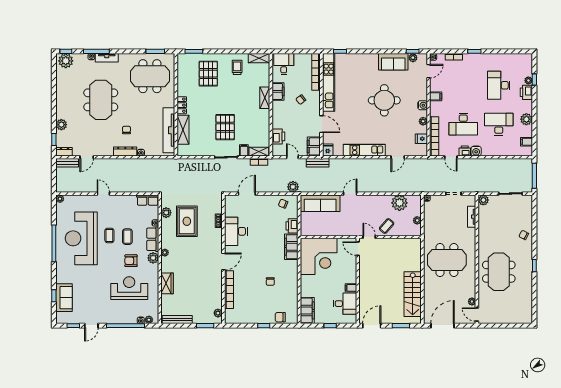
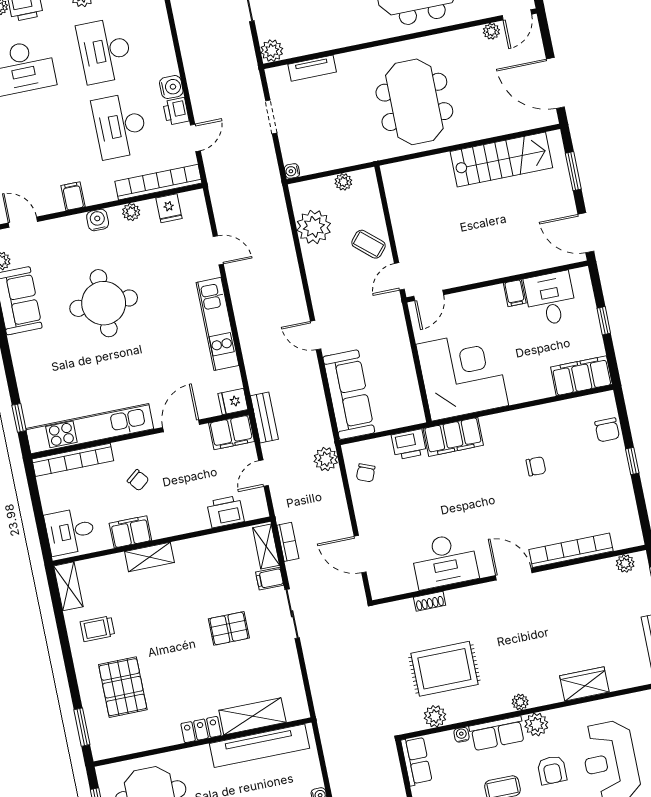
pallet: (208, 74) -> (123, 687), turned 90
desk: (463, 124) -> (120, 126), turned 180
pallet: (225, 127) -> (229, 628), width x0.67, depth x0.71

